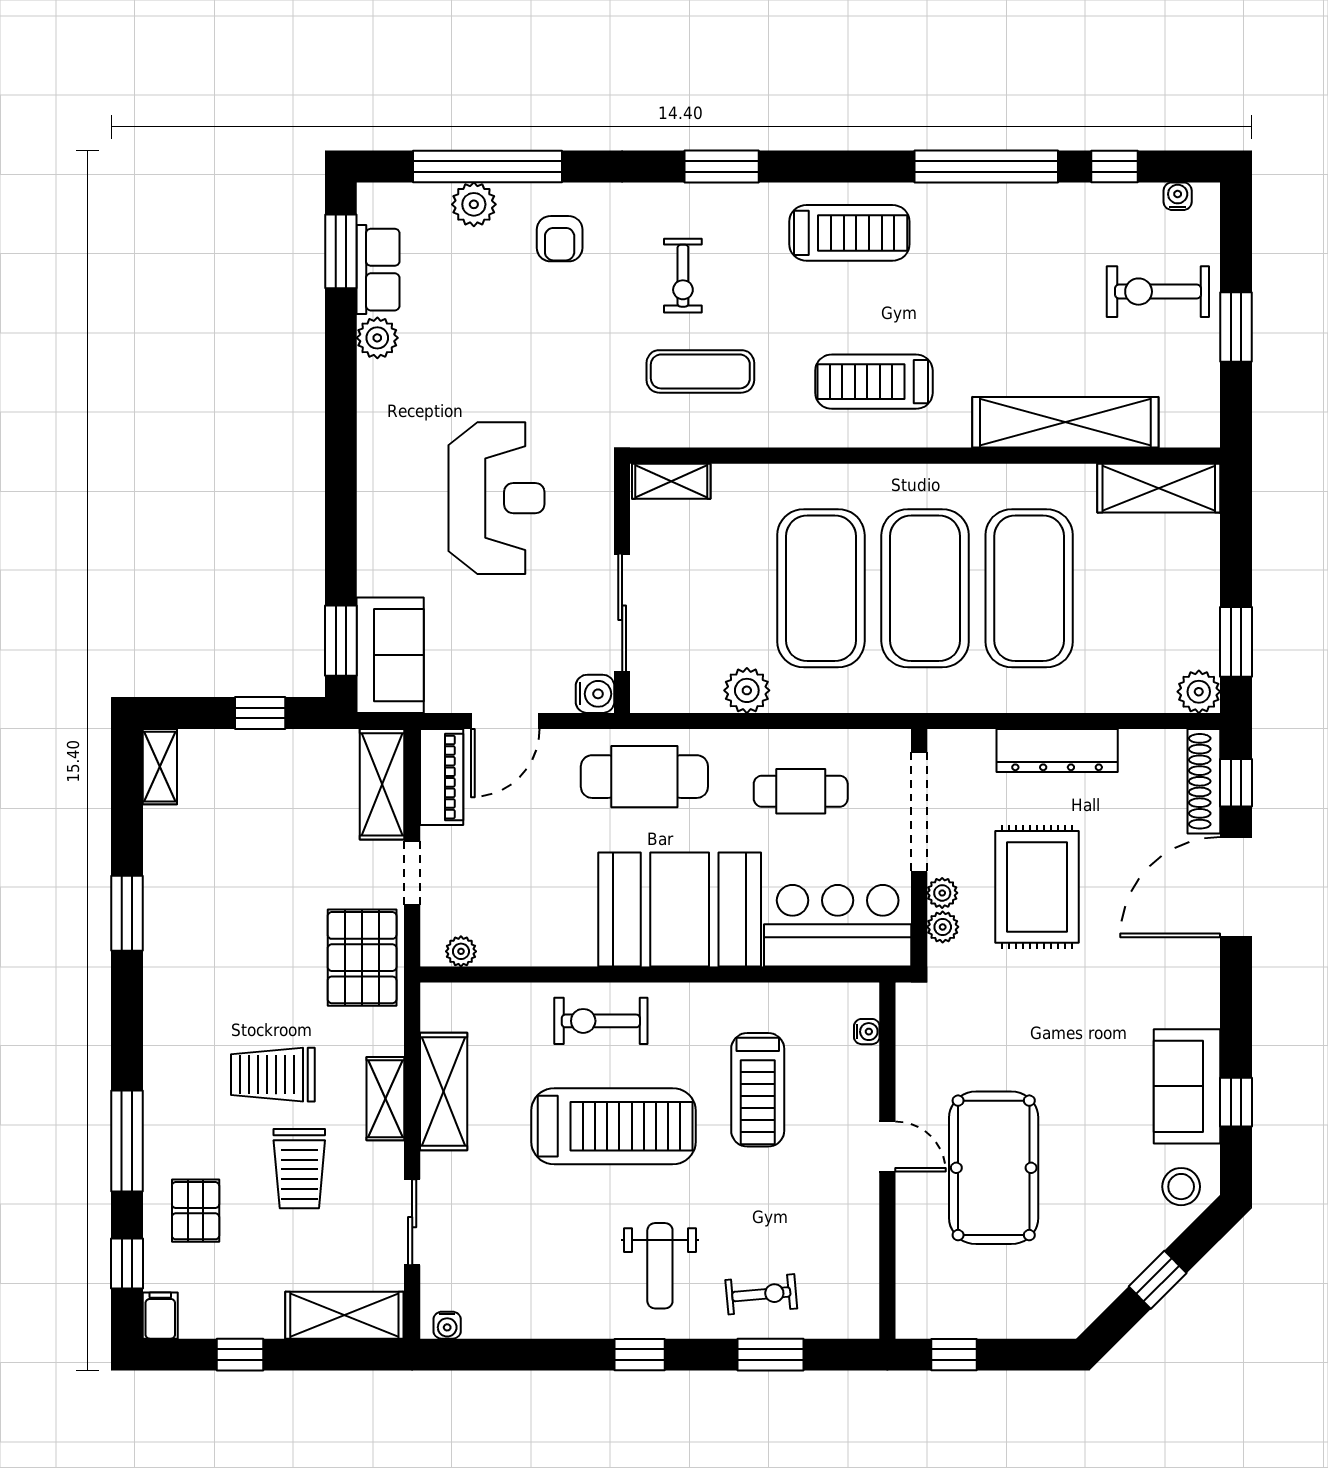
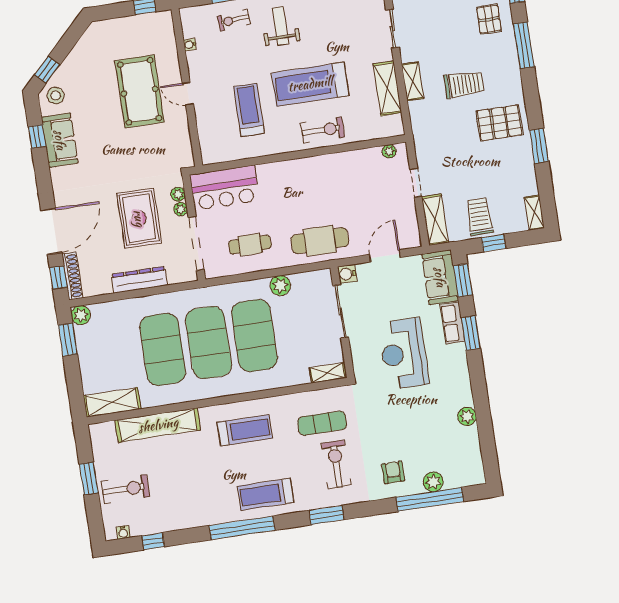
window: (986, 166) -> (242, 528), moved
window: (341, 251) -> (471, 333), moved
row of seats: (378, 270) -> (453, 323), moved
exercise bike: (683, 276) -> (336, 464), width x1.38, depth x1.39
piano: (442, 777) -> (409, 227), removed
booth: (680, 909) -> (295, 184), removed
pallet: (362, 958) -> (499, 123), moved, turned 90
water cooler: (867, 1032) -> (190, 45), moved
trolley: (299, 1169) -> (479, 217), moved
window: (1158, 1280) -> (47, 70), moved

